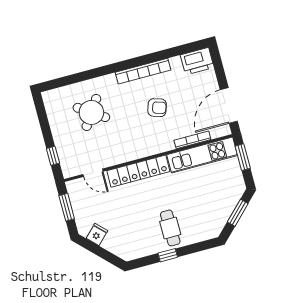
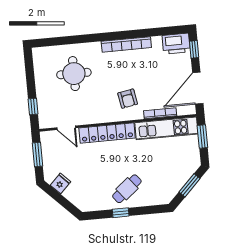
window: (218, 64) -> (194, 49), added
armchair: (157, 108) -> (128, 99), moved, turned 62
round table: (91, 112) -> (74, 74), turned -34
cafe table: (170, 228) -> (127, 189), turned 51

